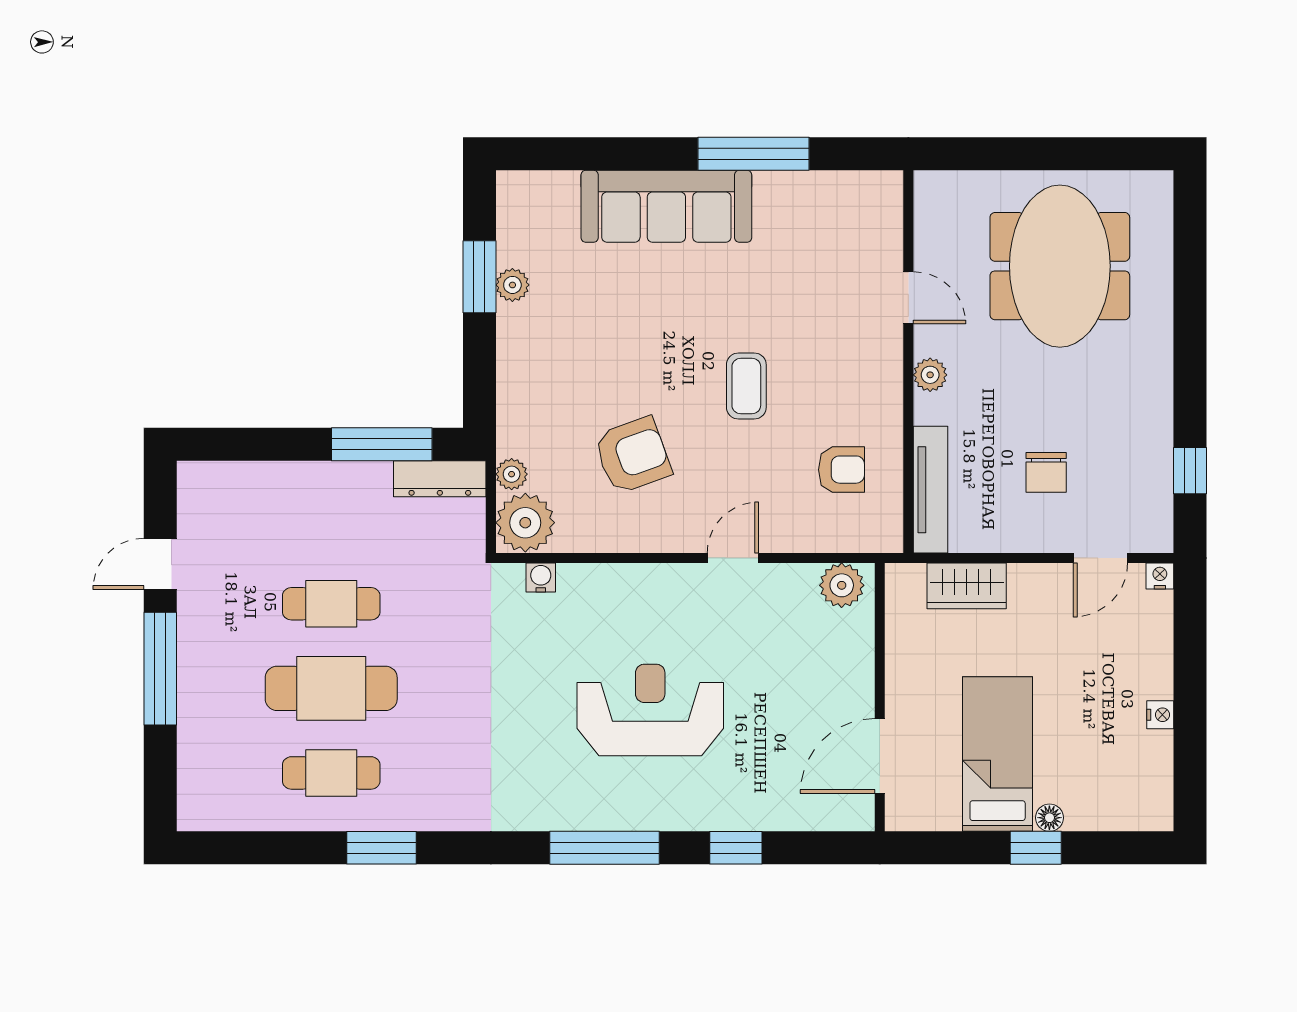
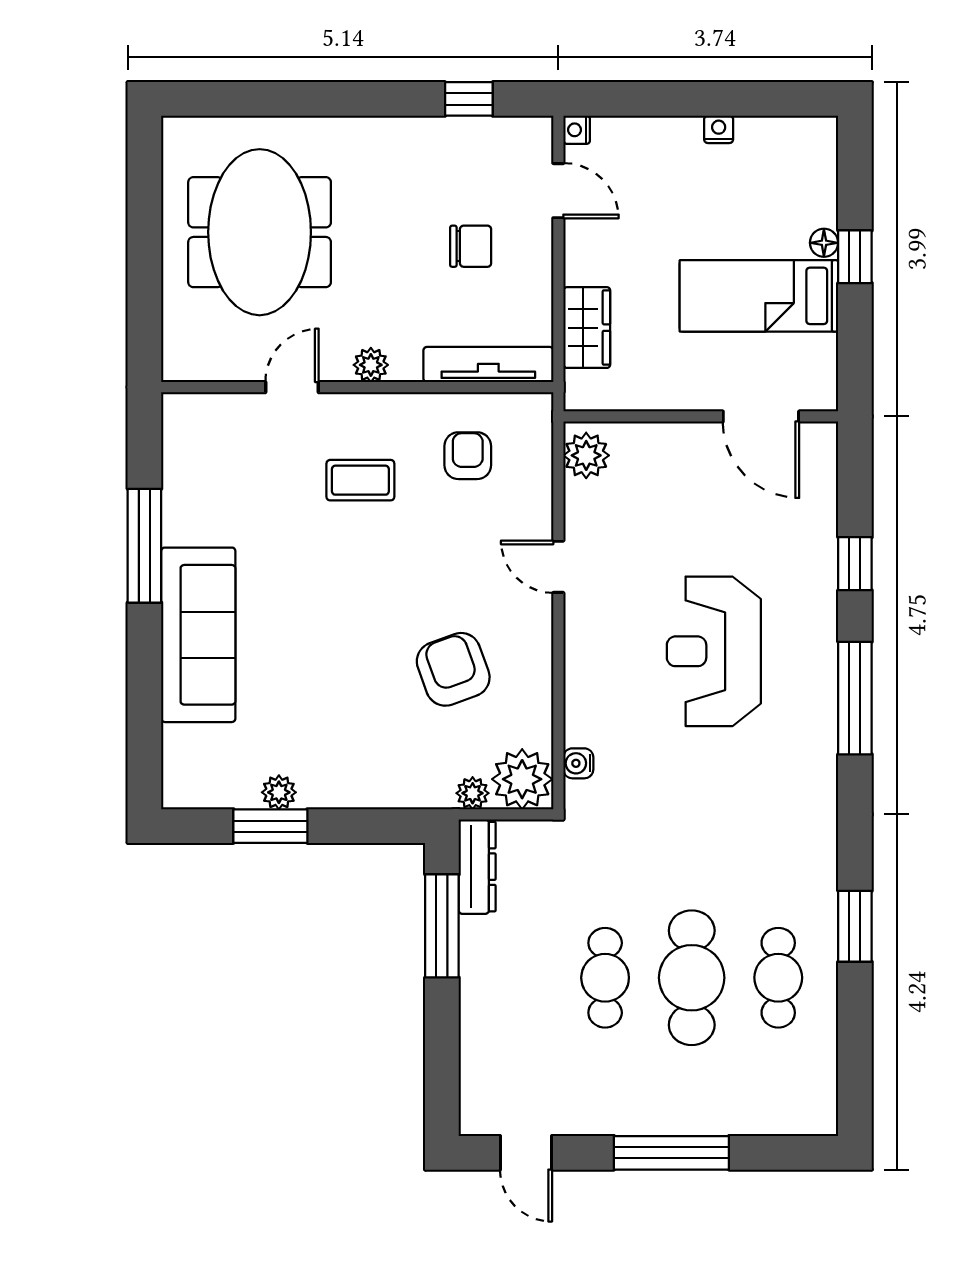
meeting table: (1060, 266) -> (260, 232), turned 90
coffee table: (746, 386) -> (360, 480), moved
door: (160, 564) -> (526, 1153), moved

